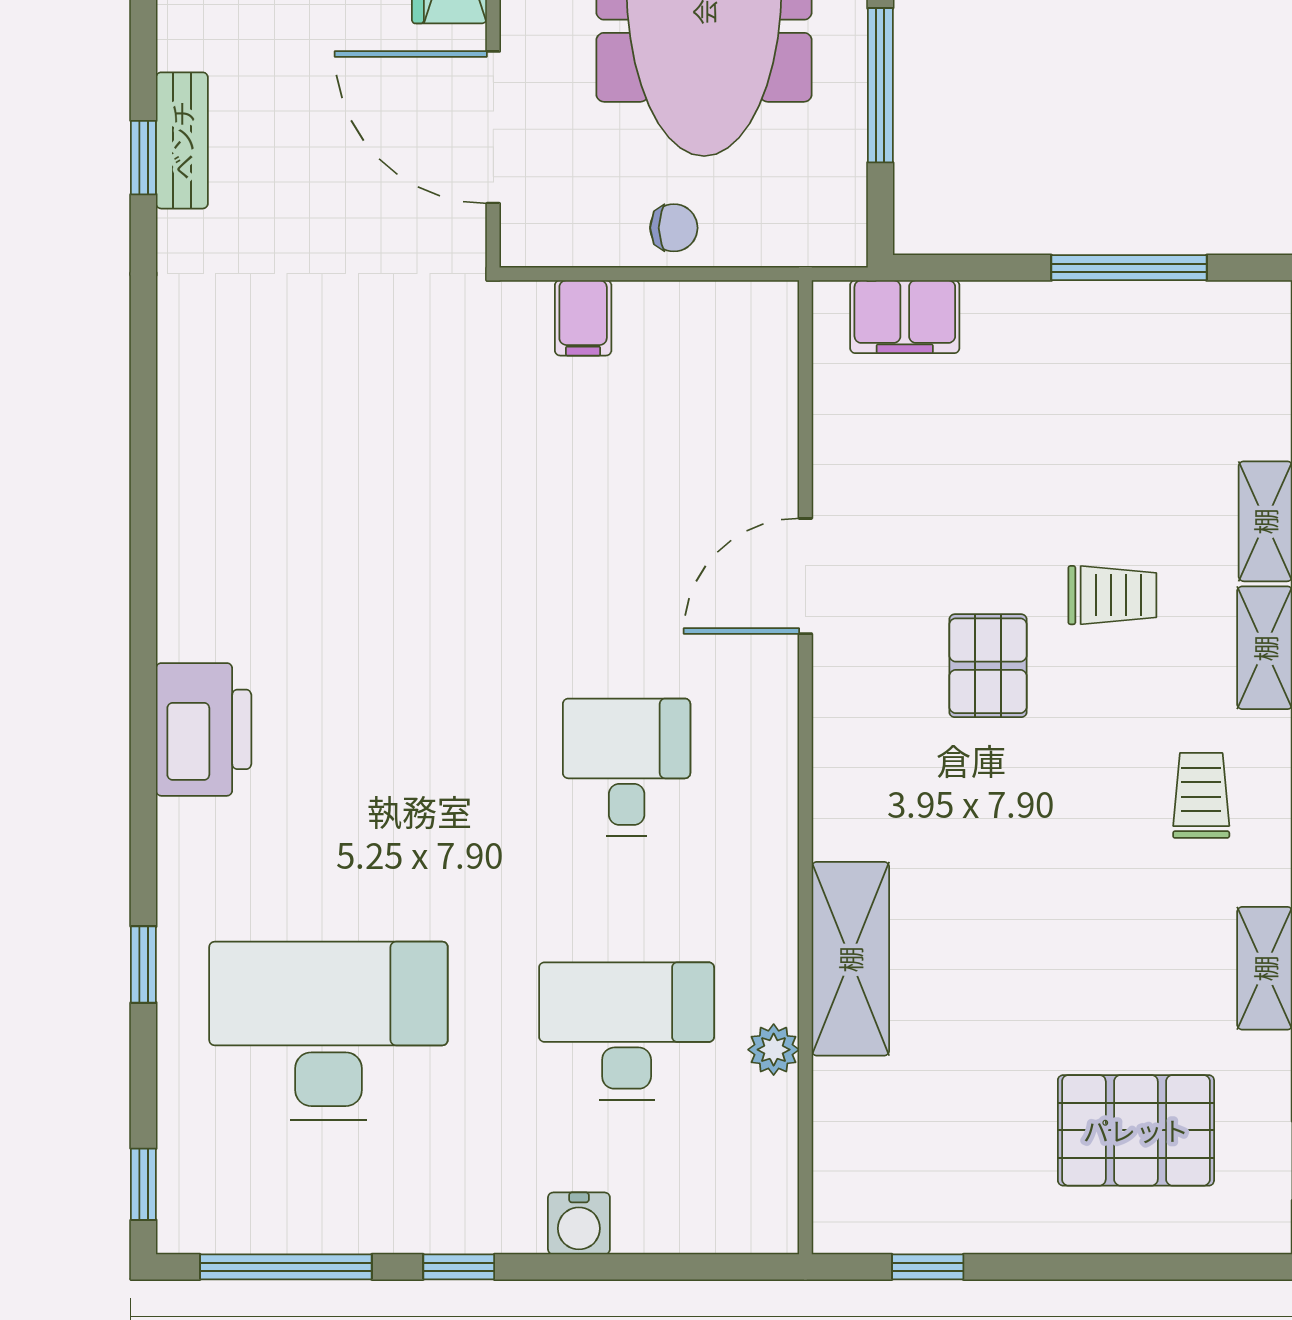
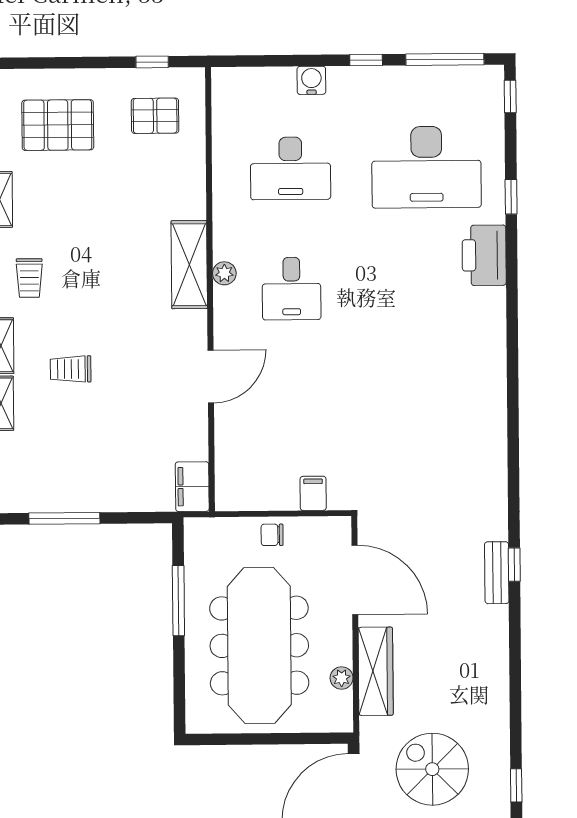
filing cabinet: (905, 317) -> (192, 487), moved, turned -90
pallet: (988, 666) -> (155, 116), moved, turned 90
printer: (204, 729) -> (484, 255), moved
shelving: (850, 959) -> (189, 265), moved
plant: (774, 1050) -> (224, 273), moved

